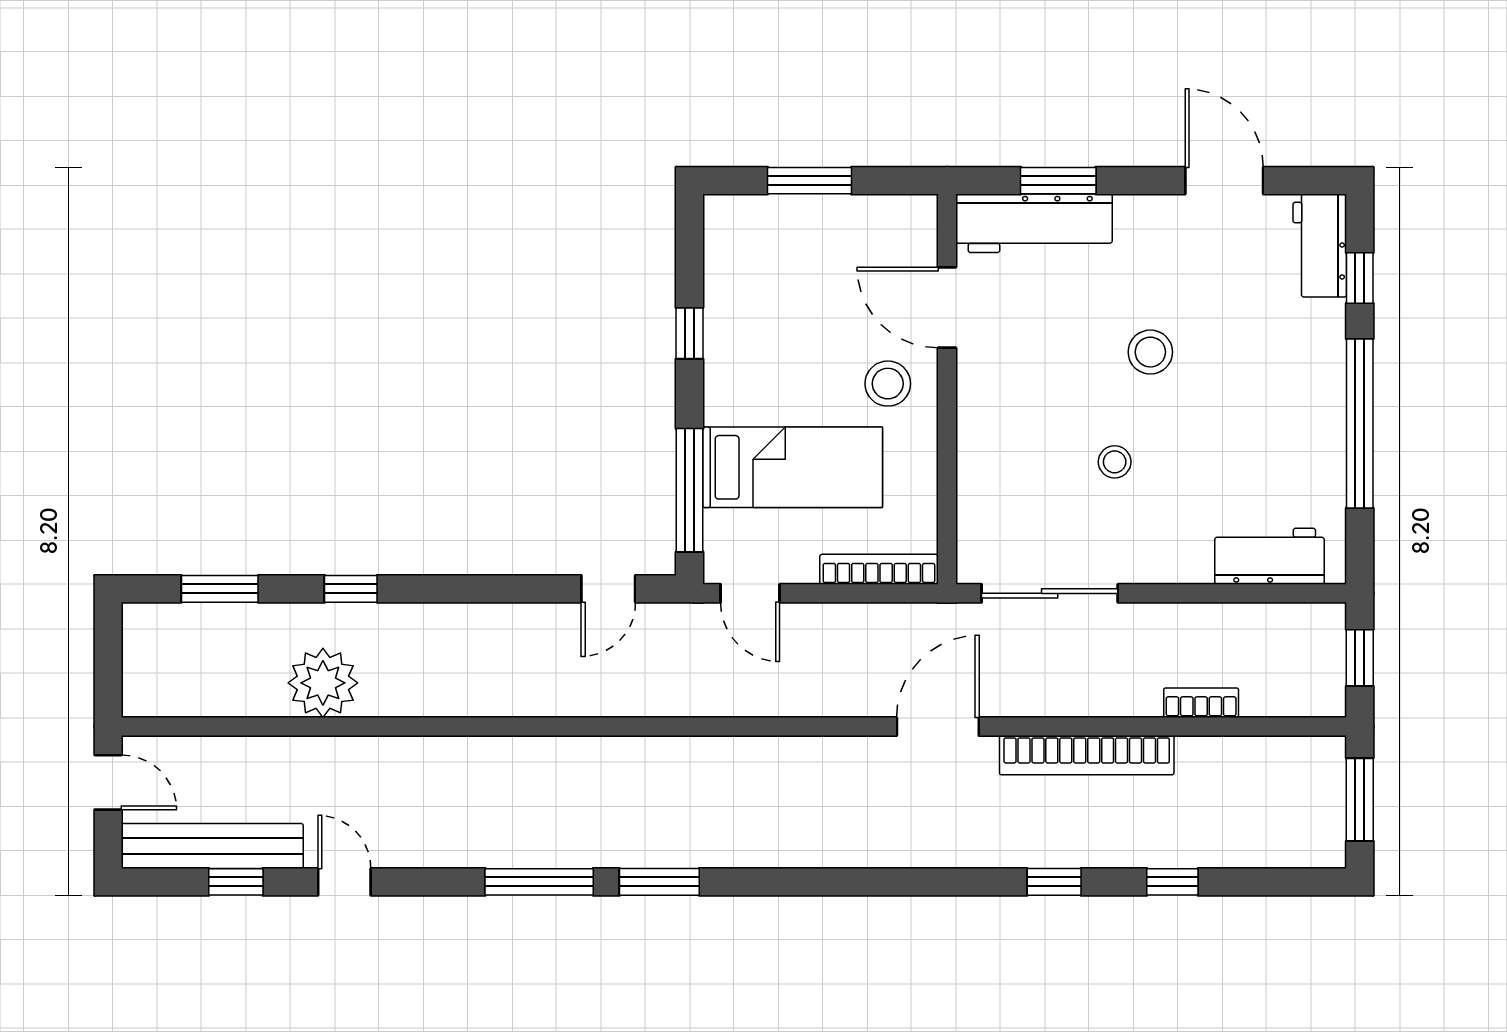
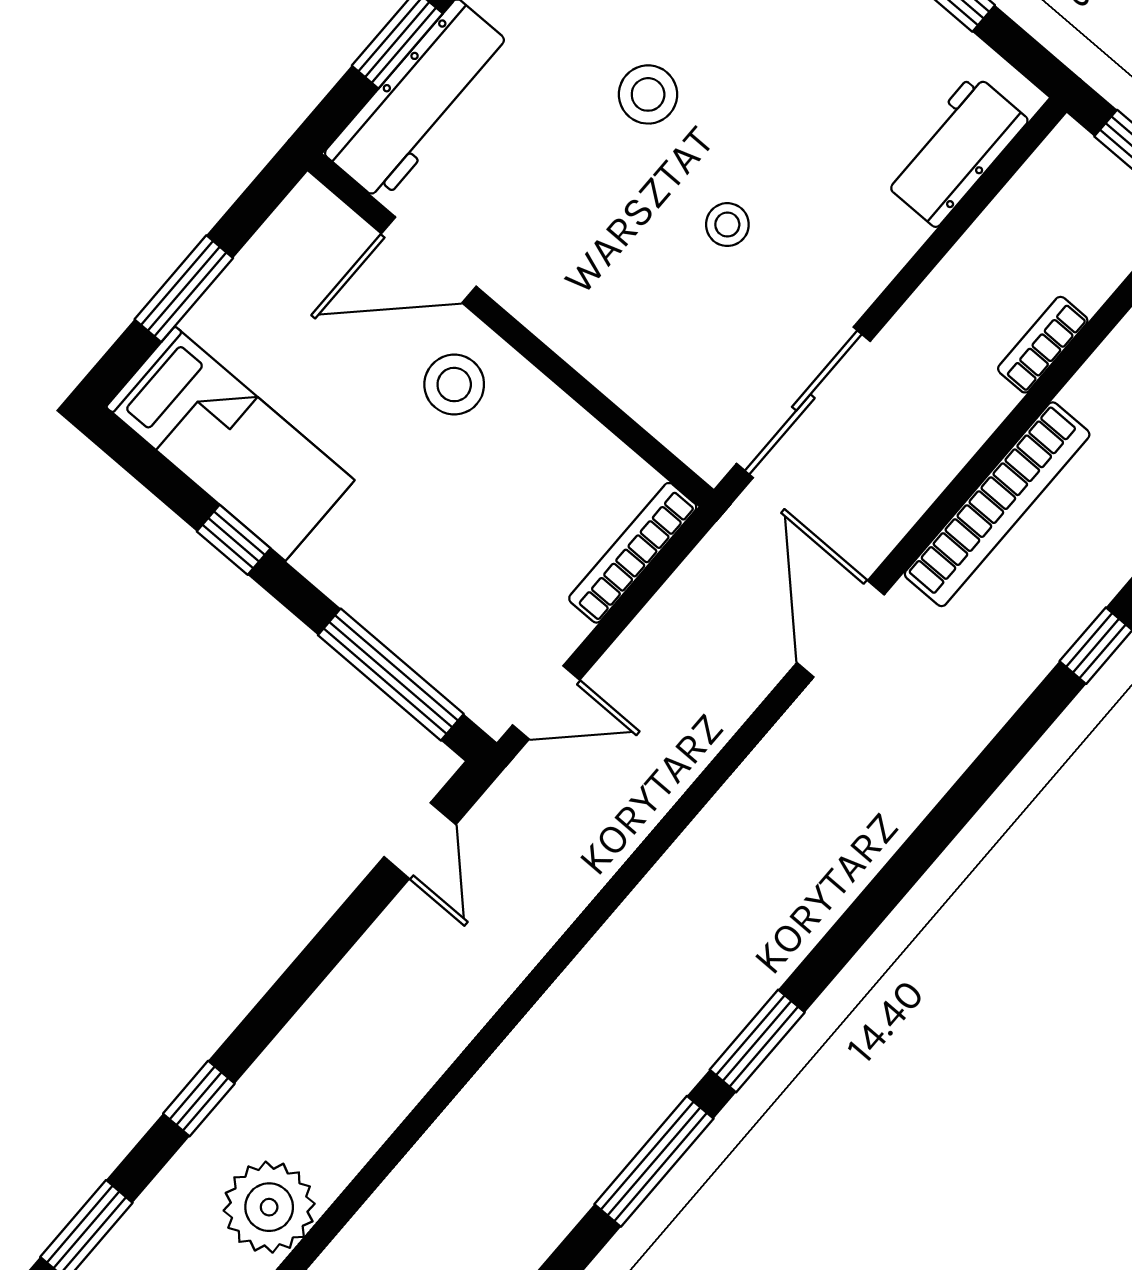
bed: (793, 467) -> (230, 444), moved, turned 90

